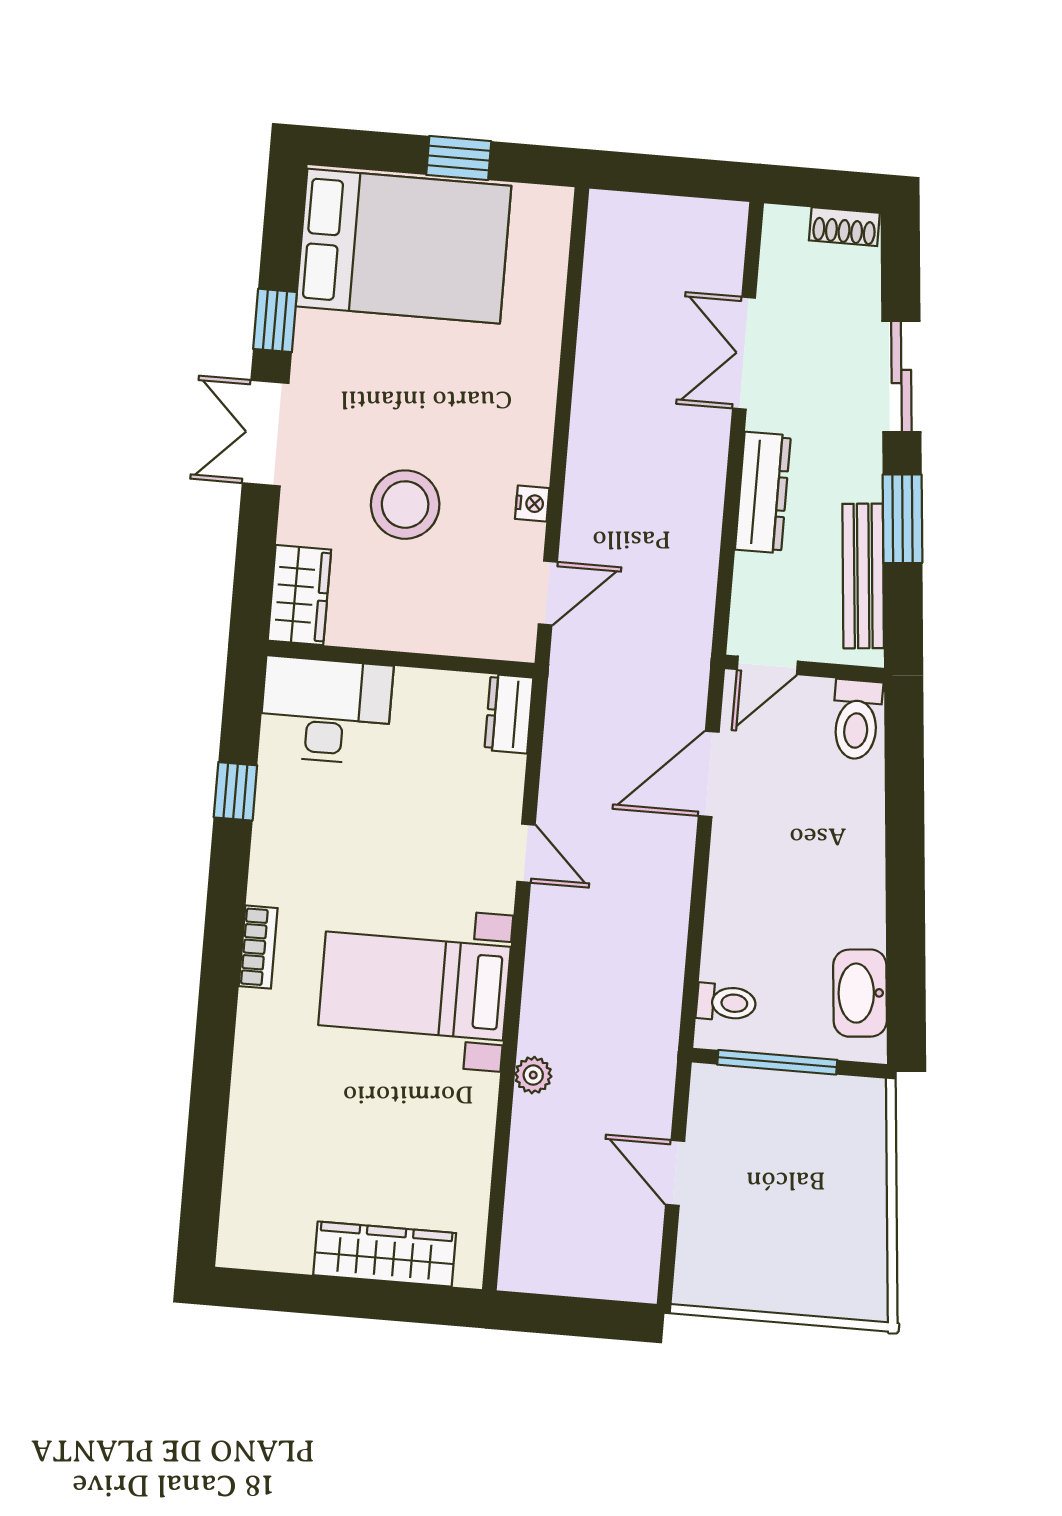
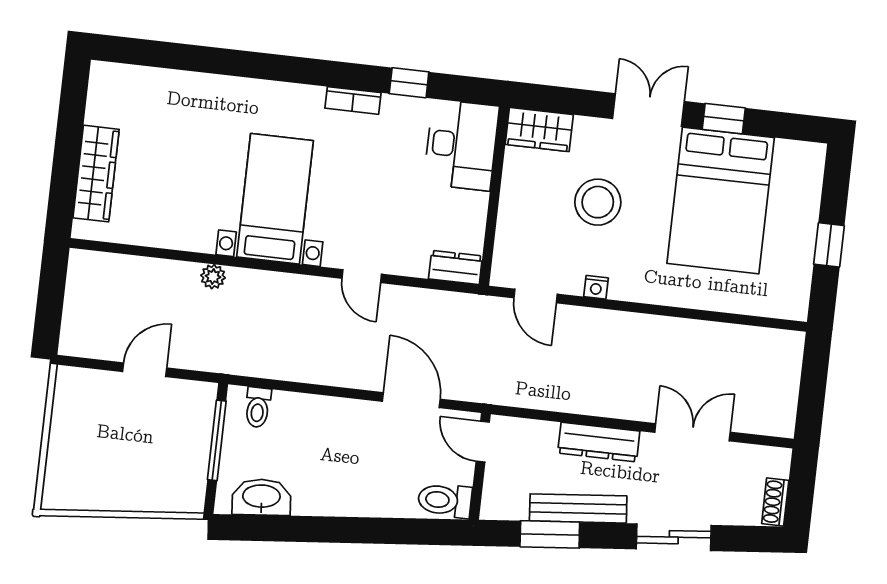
bed: (404, 246) -> (721, 200), moved
window: (902, 519) -> (550, 534), moved
bench: (863, 576) -> (578, 508), moved
door: (526, 853) -> (362, 276), hinge flipped
bookcase: (258, 947) -> (353, 100), moved

